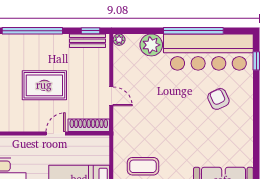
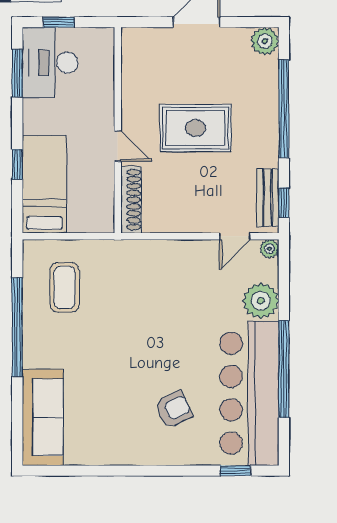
rug: (44, 85) -> (196, 128), turned 90
door: (111, 96) -> (235, 236), moved

